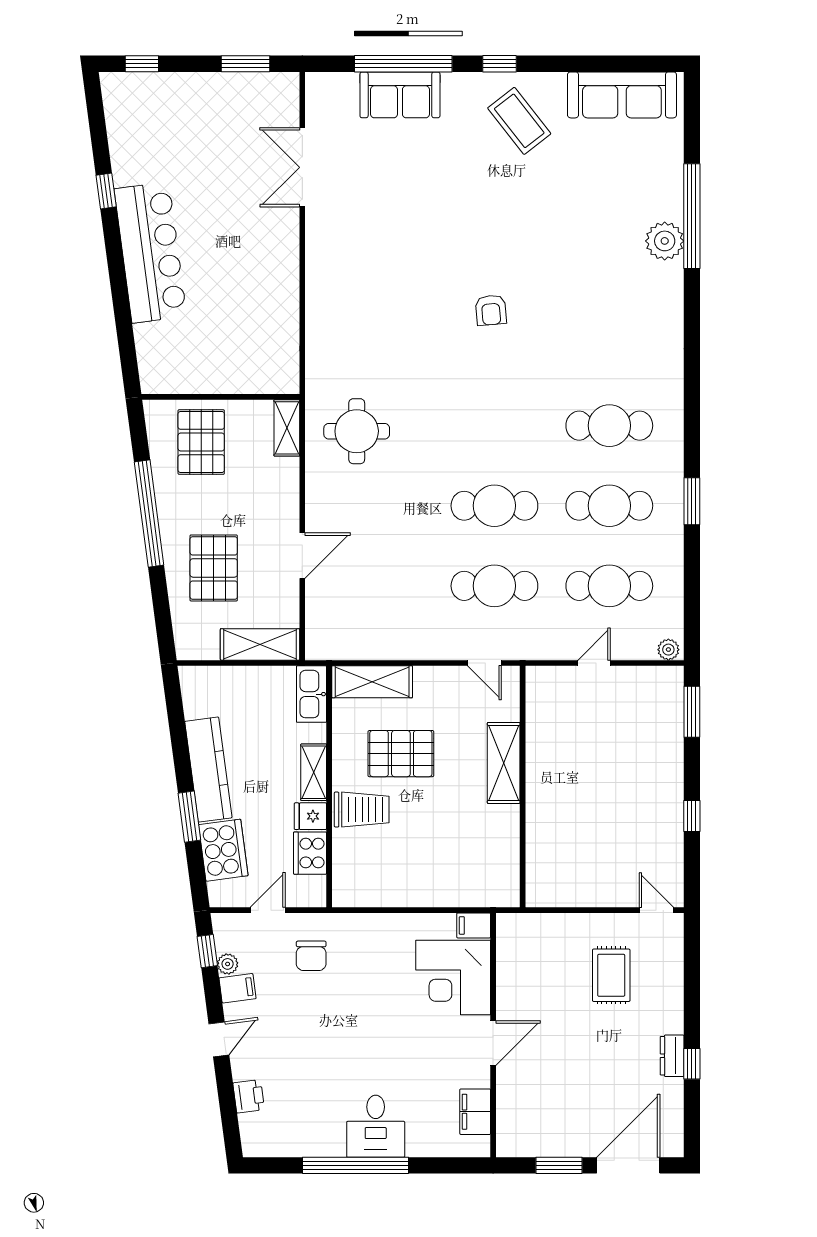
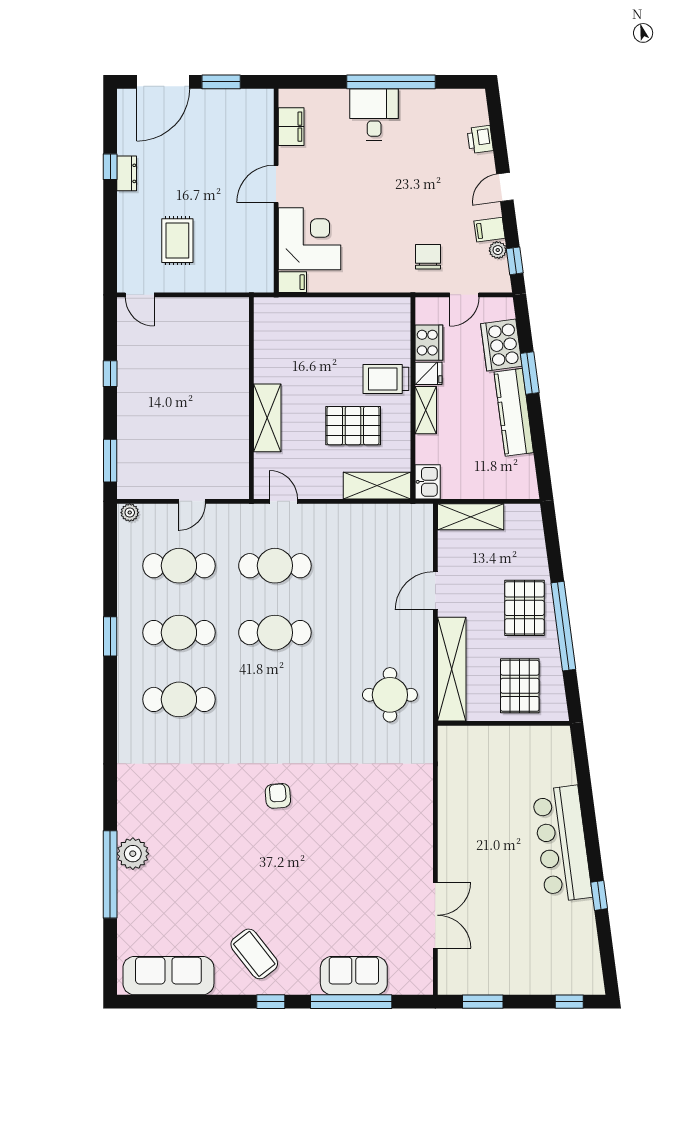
shelving: (287, 428) -> (452, 669), width x2.20, depth x1.33
pallet: (214, 568) -> (524, 608), moved
kitchen sink: (311, 694) -> (428, 482), width x0.73

